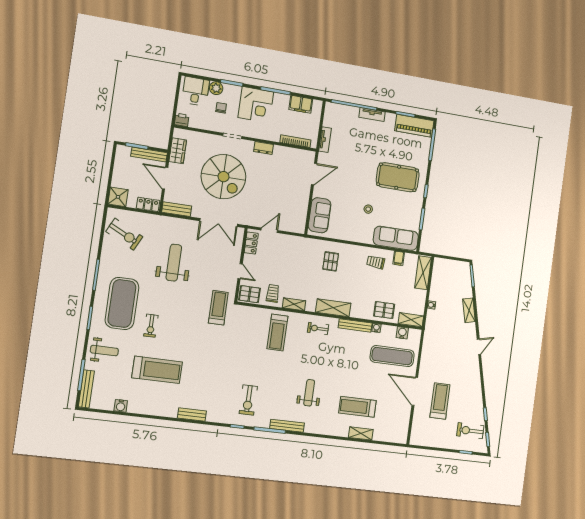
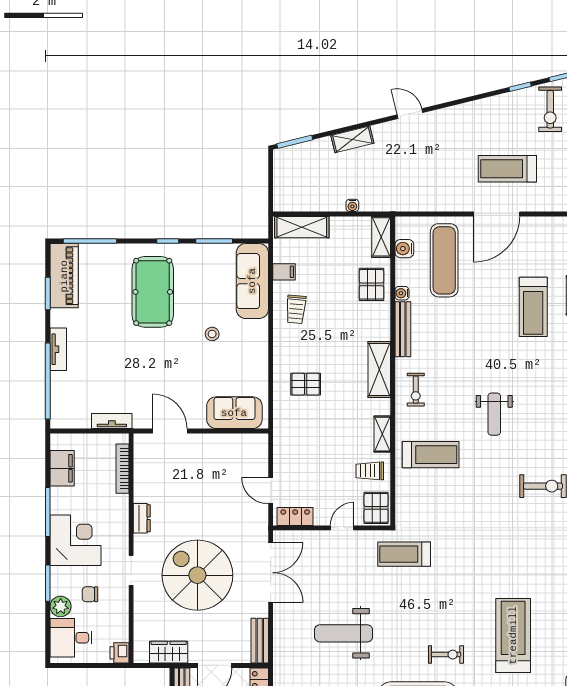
spiral stairs: (224, 177) -> (197, 575), turned -90
weight bench: (309, 393) -> (494, 414), moved, turned -90

